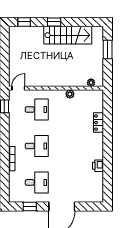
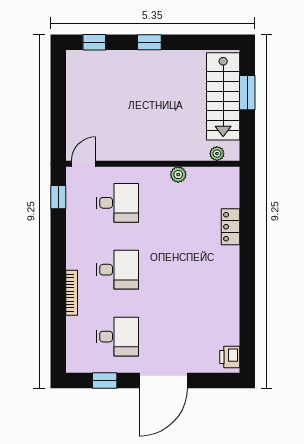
stairs: (68, 35) -> (223, 96), moved, turned 90
printer: (98, 166) -> (230, 357), moved

